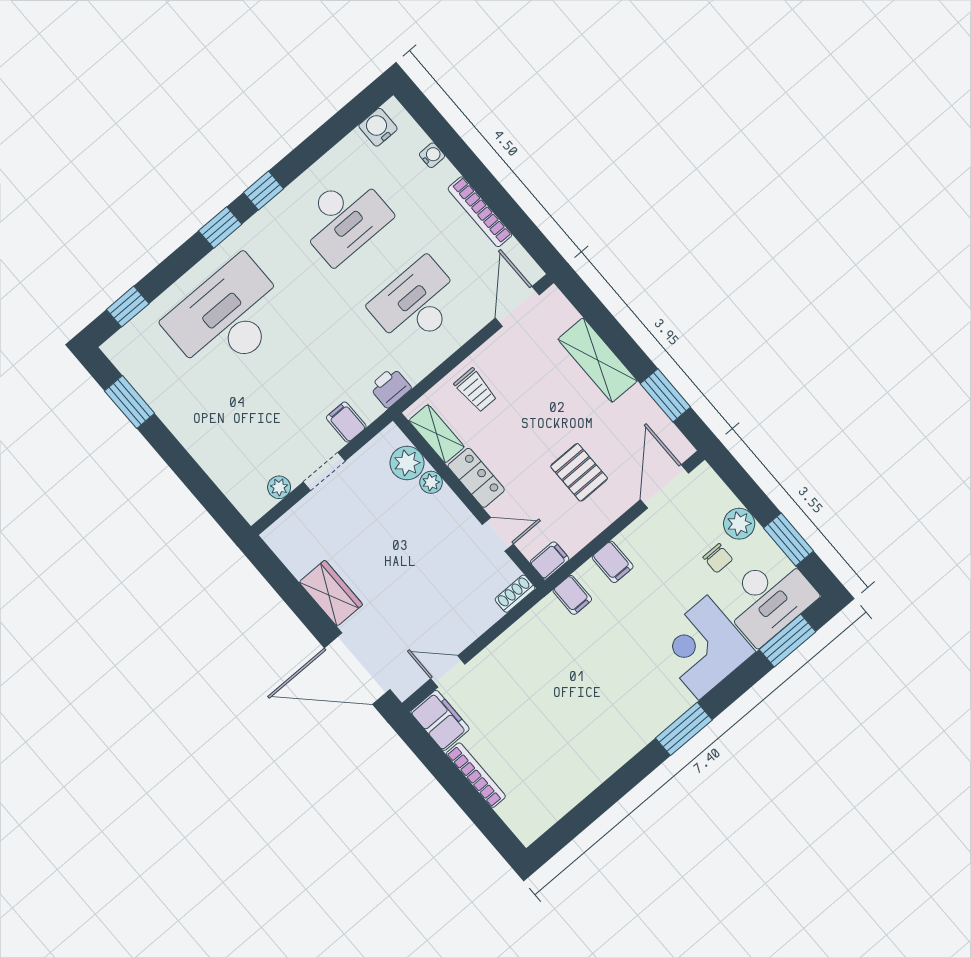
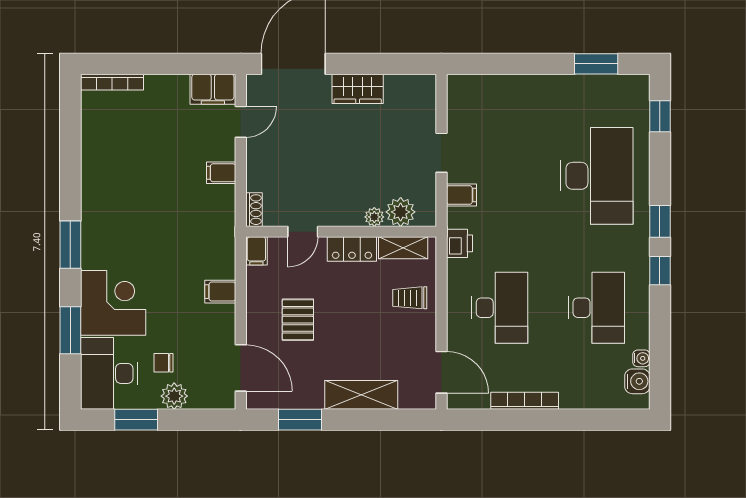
water cooler: (432, 155) -> (641, 358), moved, turned -90
desk: (344, 218) -> (597, 308), turned 180
pallet: (579, 472) -> (298, 320), turned 90
plant: (279, 487) -> (456, 114), removed
filing cabinet: (572, 595) -> (221, 173), moved
window: (787, 641) -> (70, 330), moved
bookcase: (476, 775) -> (112, 82), moved

